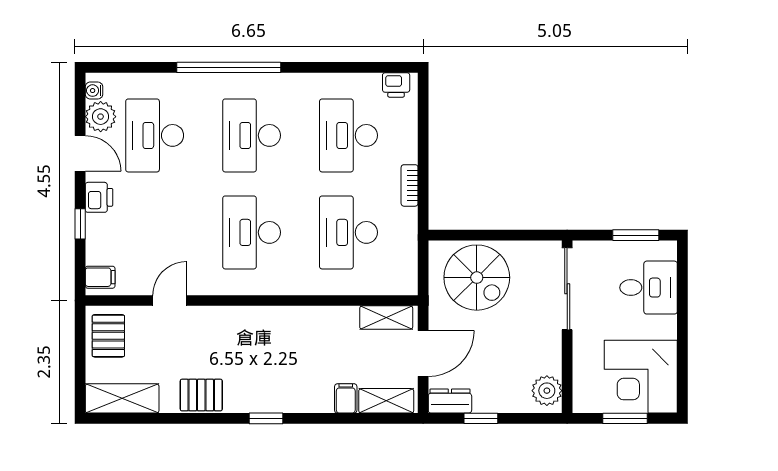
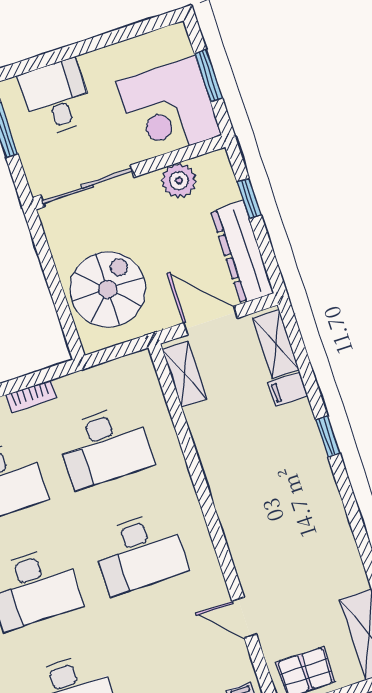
corner desk: (641, 377) -> (169, 108), moved, turned 90
plant: (547, 391) -> (179, 181), moved
pallet: (201, 395) -> (337, 549), removed
dresser: (450, 401) -> (242, 252), width x1.96, depth x1.24
window: (266, 418) -> (328, 436), moved
window: (481, 418) -> (249, 199), moved

